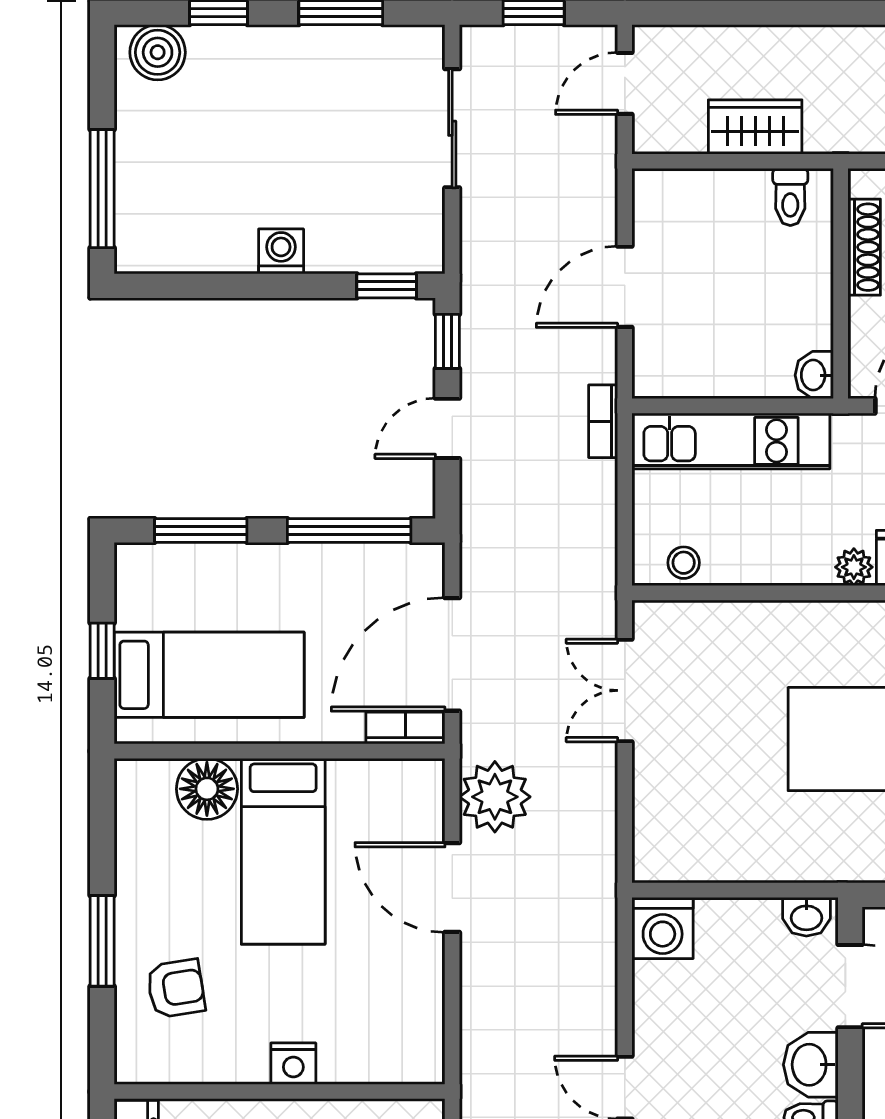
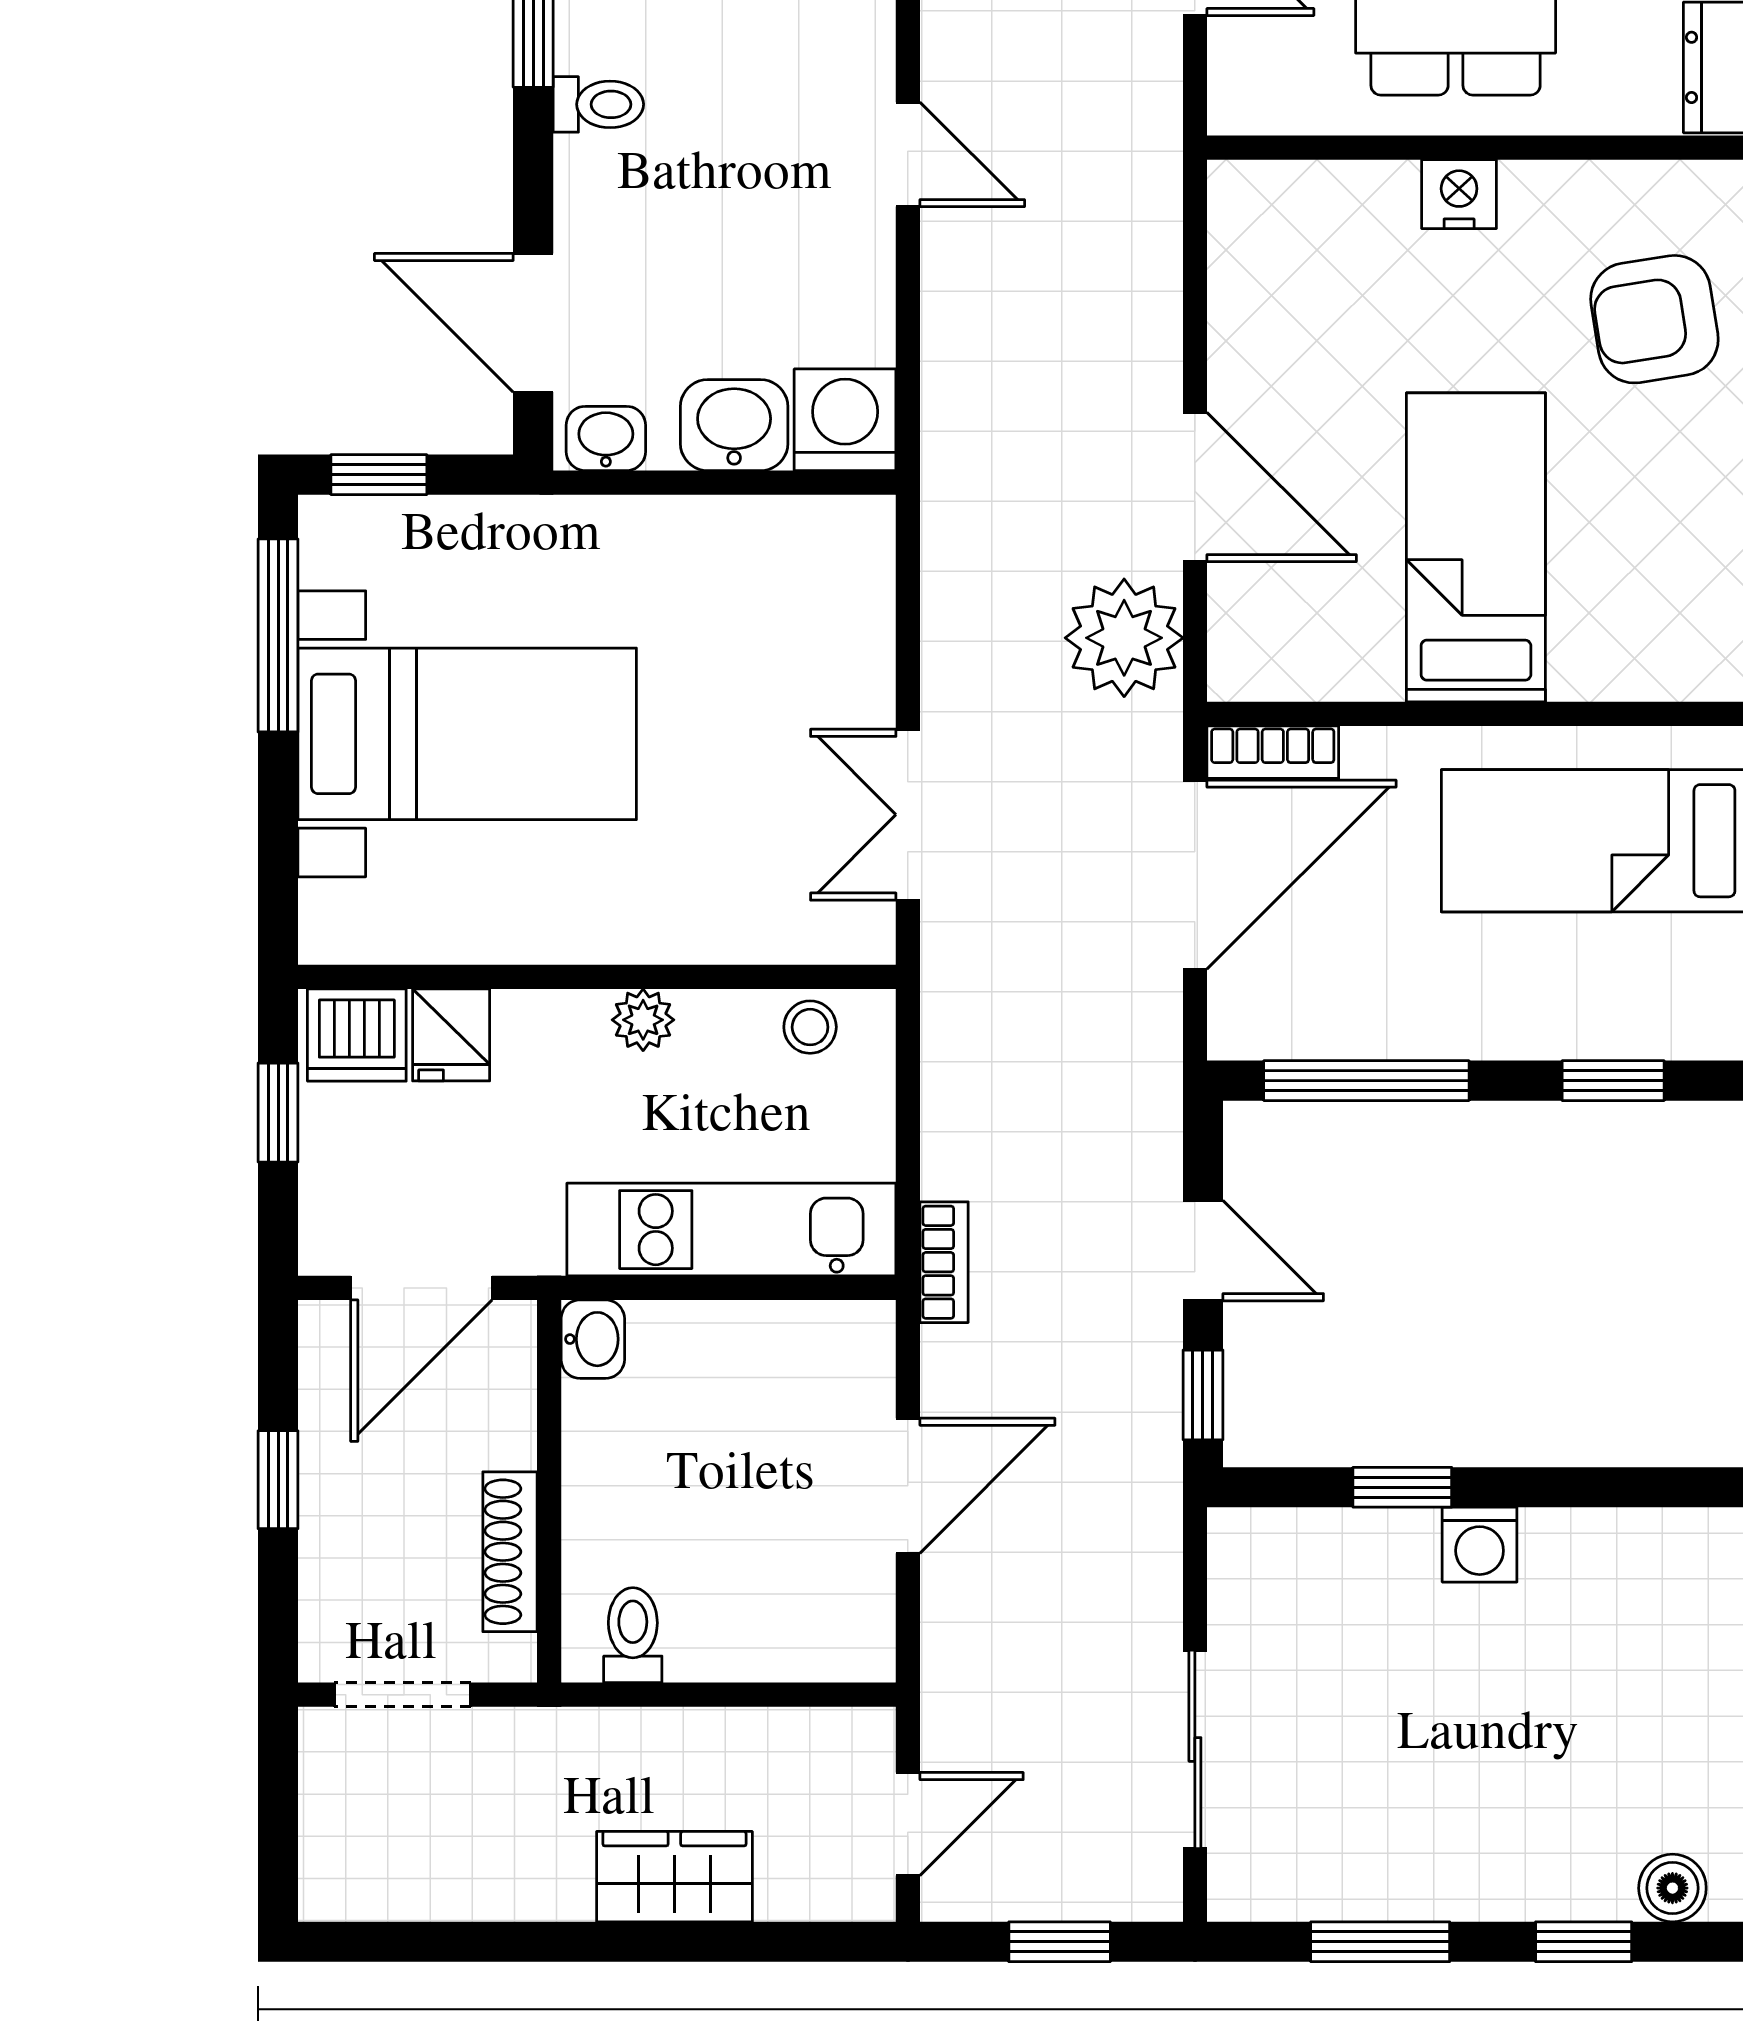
boiler: (158, 52) -> (1672, 1888), width x0.73, depth x0.73
wardrobe: (755, 127) -> (674, 1877), moved, turned 180
window: (387, 286) -> (1402, 1487), moved
door: (447, 428) -> (1203, 1251), hinge flipped
window: (201, 530) -> (1613, 1081), width x0.67
plant: (854, 567) -> (643, 1020), moved
double door: (625, 690) -> (908, 815), swing flipped
floor lamp: (207, 789) -> (1603, 651), removed
armchair: (176, 988) -> (1654, 319), width x1.38, depth x1.38
washbasin: (811, 1065) -> (734, 425), moved, turned -90

